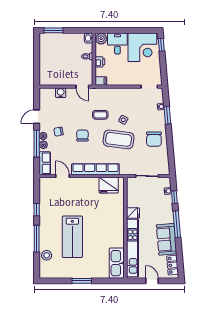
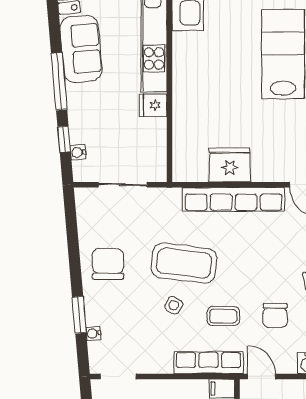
row of seats: (107, 93) -> (209, 363), added
chair: (82, 135) -> (275, 315), moved
fridge: (109, 185) -> (230, 165), moved

